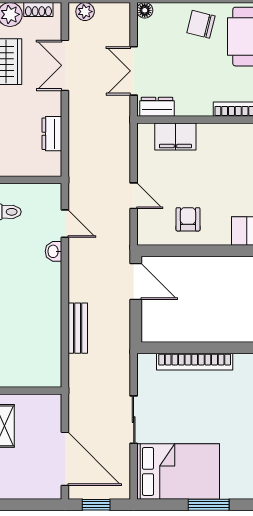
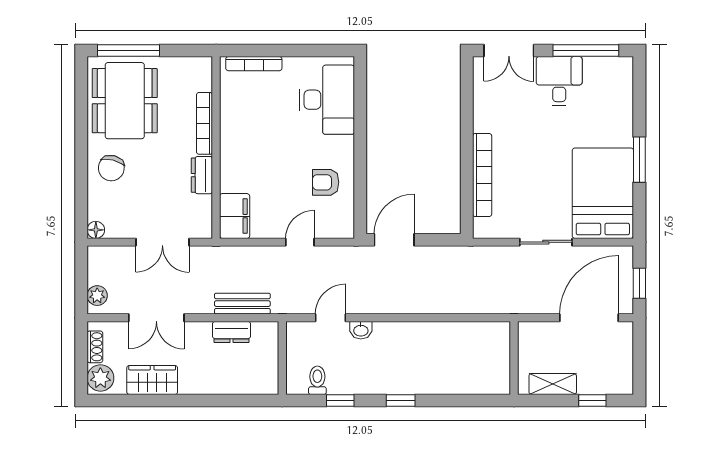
dresser: (157, 107) -> (202, 175), moved
filing cabinet: (175, 137) -> (235, 216), moved
bench: (78, 328) -> (242, 304), moved

